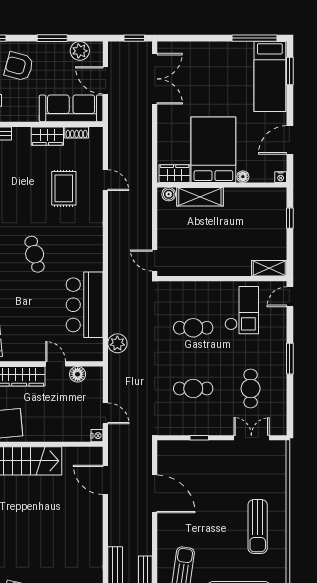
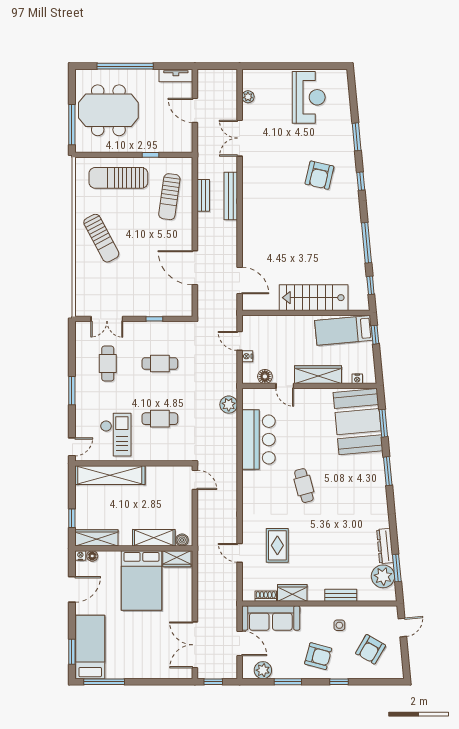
floor lamp: (243, 177) -> (92, 556), moved
wardrobe: (263, 197) -> (96, 538), added
shelving: (269, 268) -> (110, 475), width x2.20, depth x1.33
checkout: (242, 310) -> (116, 435), turned 180
nightstand: (97, 436) -> (247, 356), moved
sun lounger: (258, 527) -> (101, 238), turned 152

